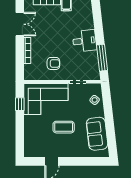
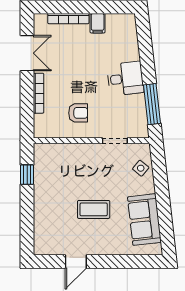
corner sofa: (46, 99) -> (67, 167), removed

